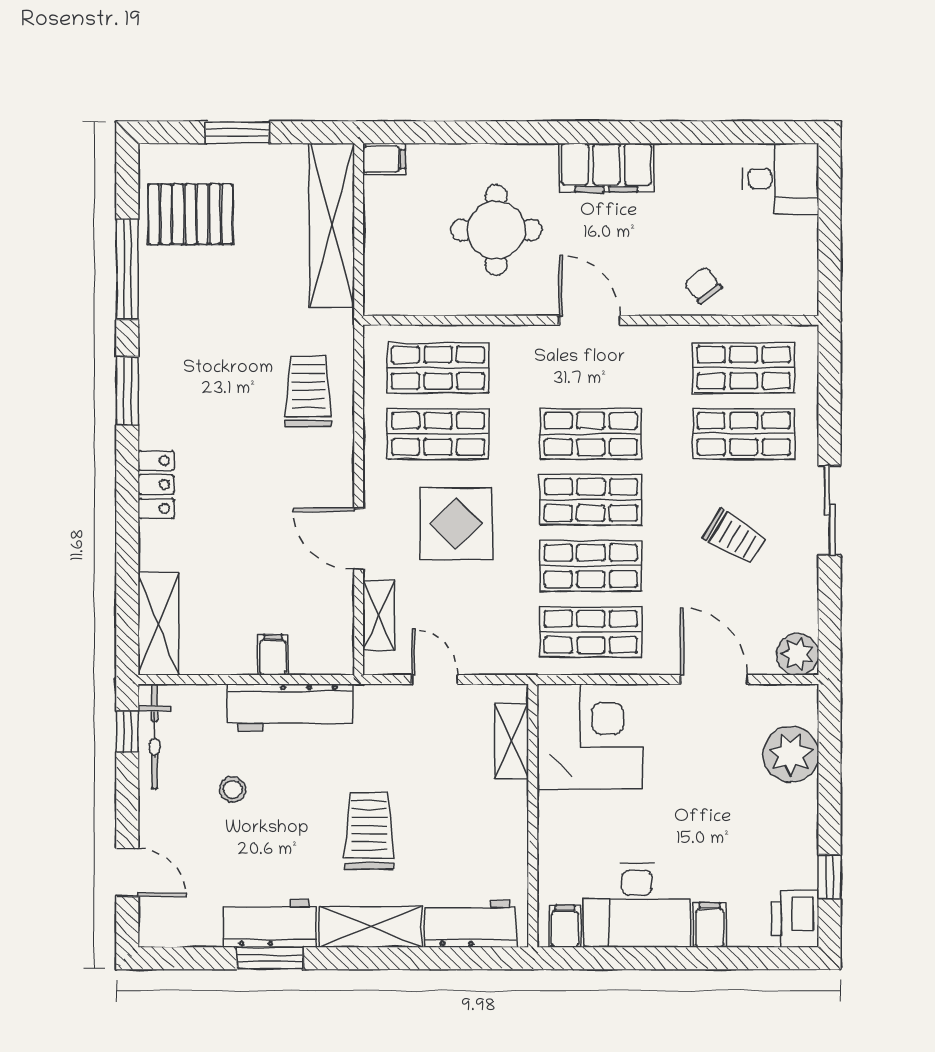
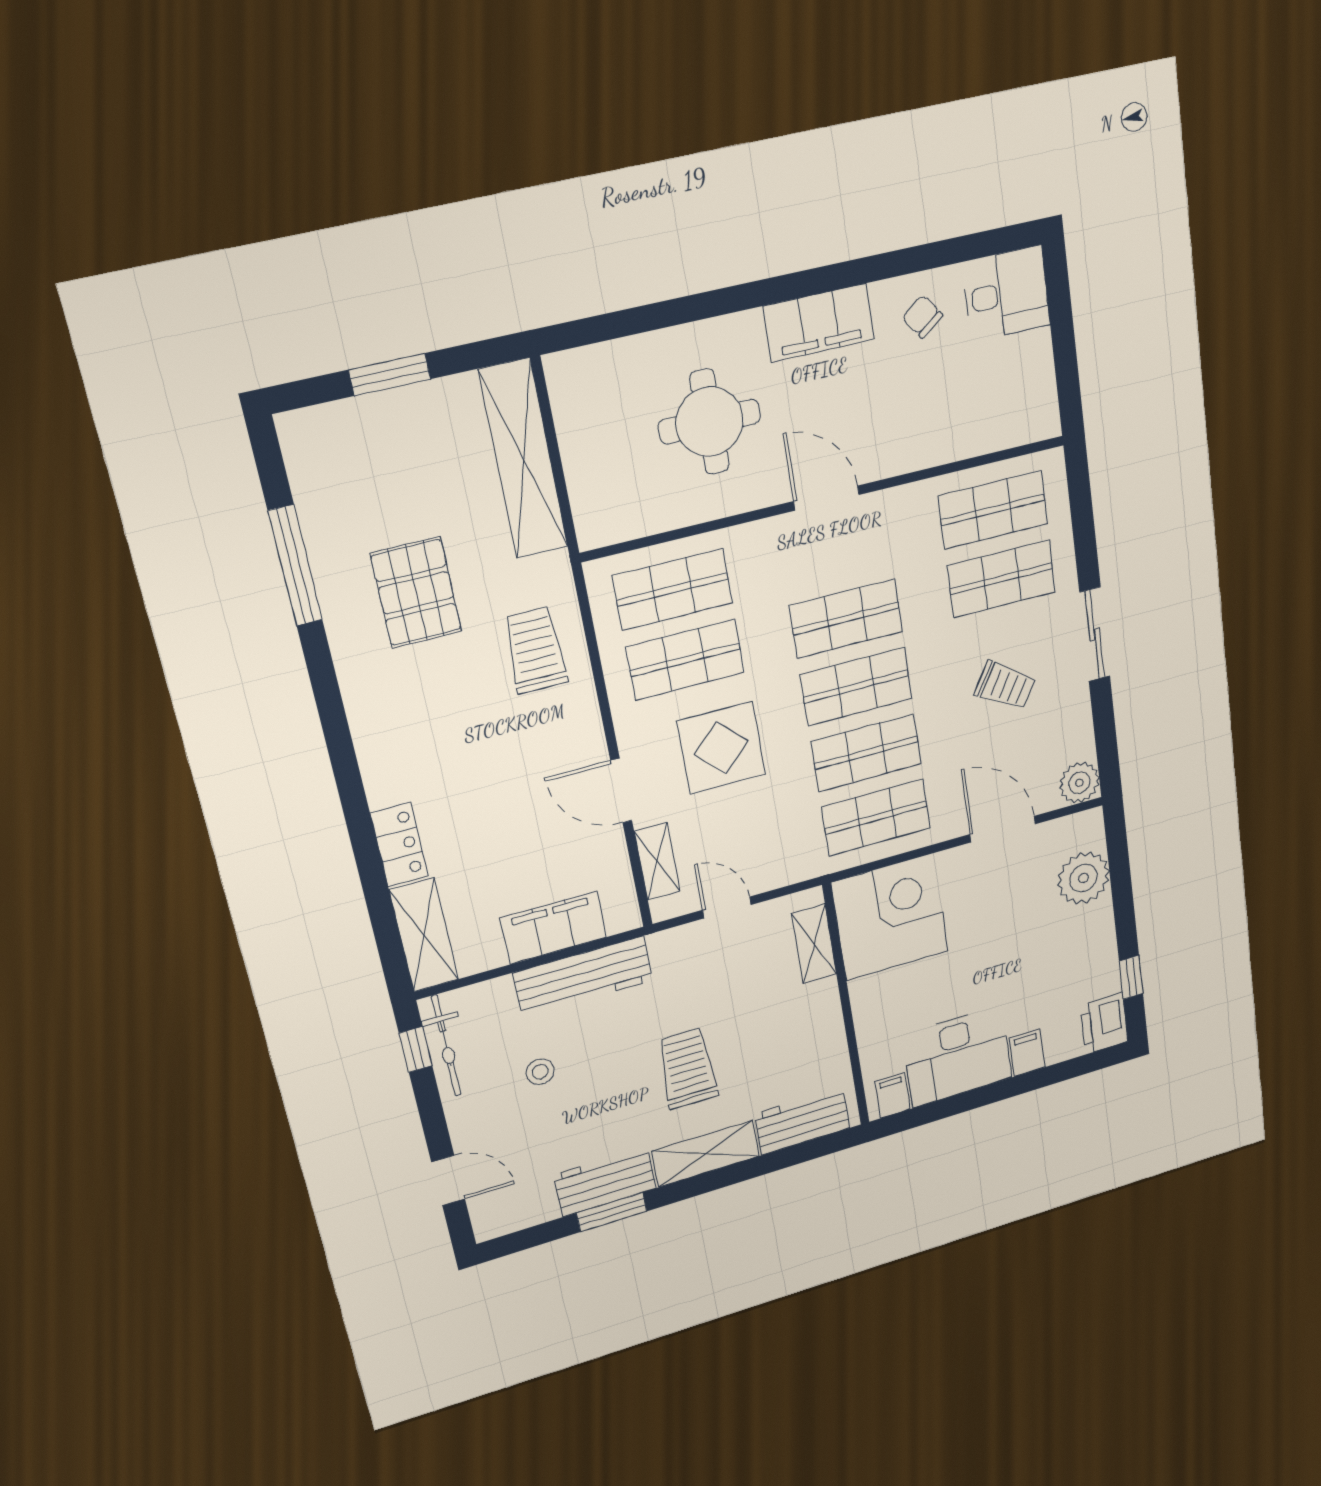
filing cabinet: (384, 159) -> (568, 368), removed
pallet: (190, 214) -> (416, 593), moved, turned 90
chair: (703, 285) -> (922, 317), moved
window: (127, 391) -> (329, 701), removed
locker: (156, 485) -> (399, 845), moved
filing cabinet: (273, 655) -> (553, 928), width x3.00, depth x1.17

